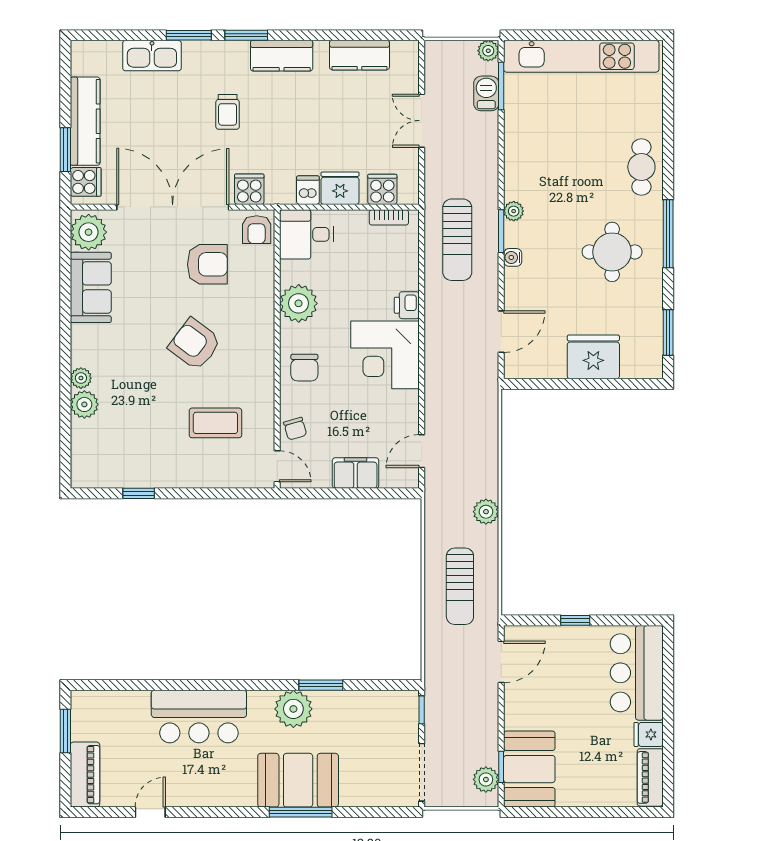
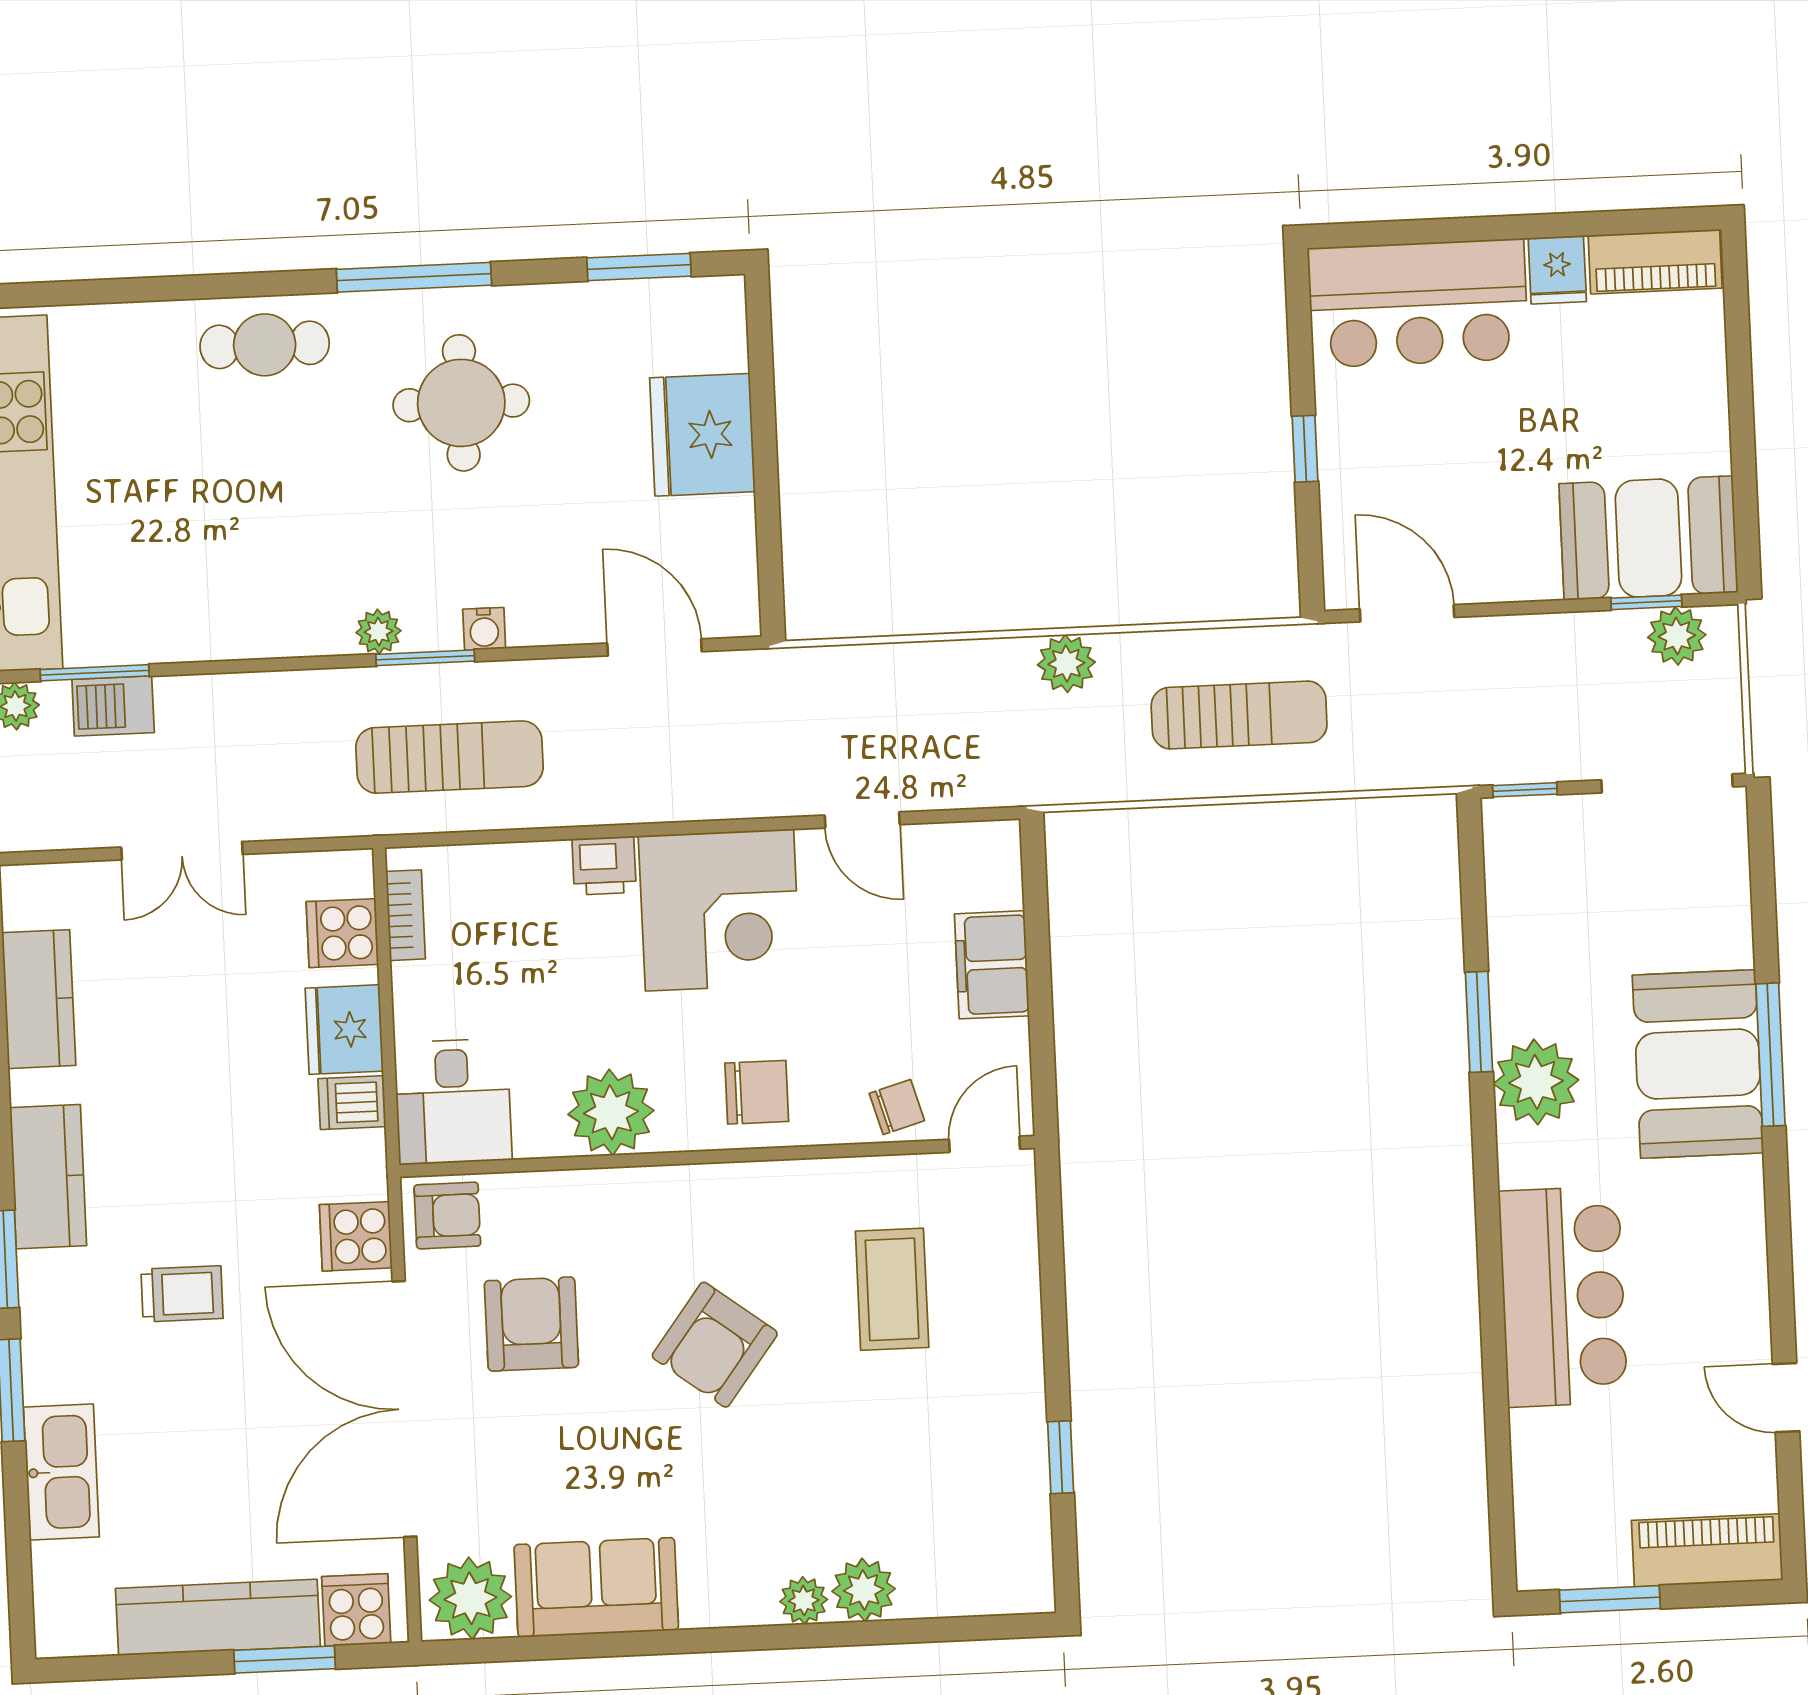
door: (422, 451) -> (862, 820), moved

